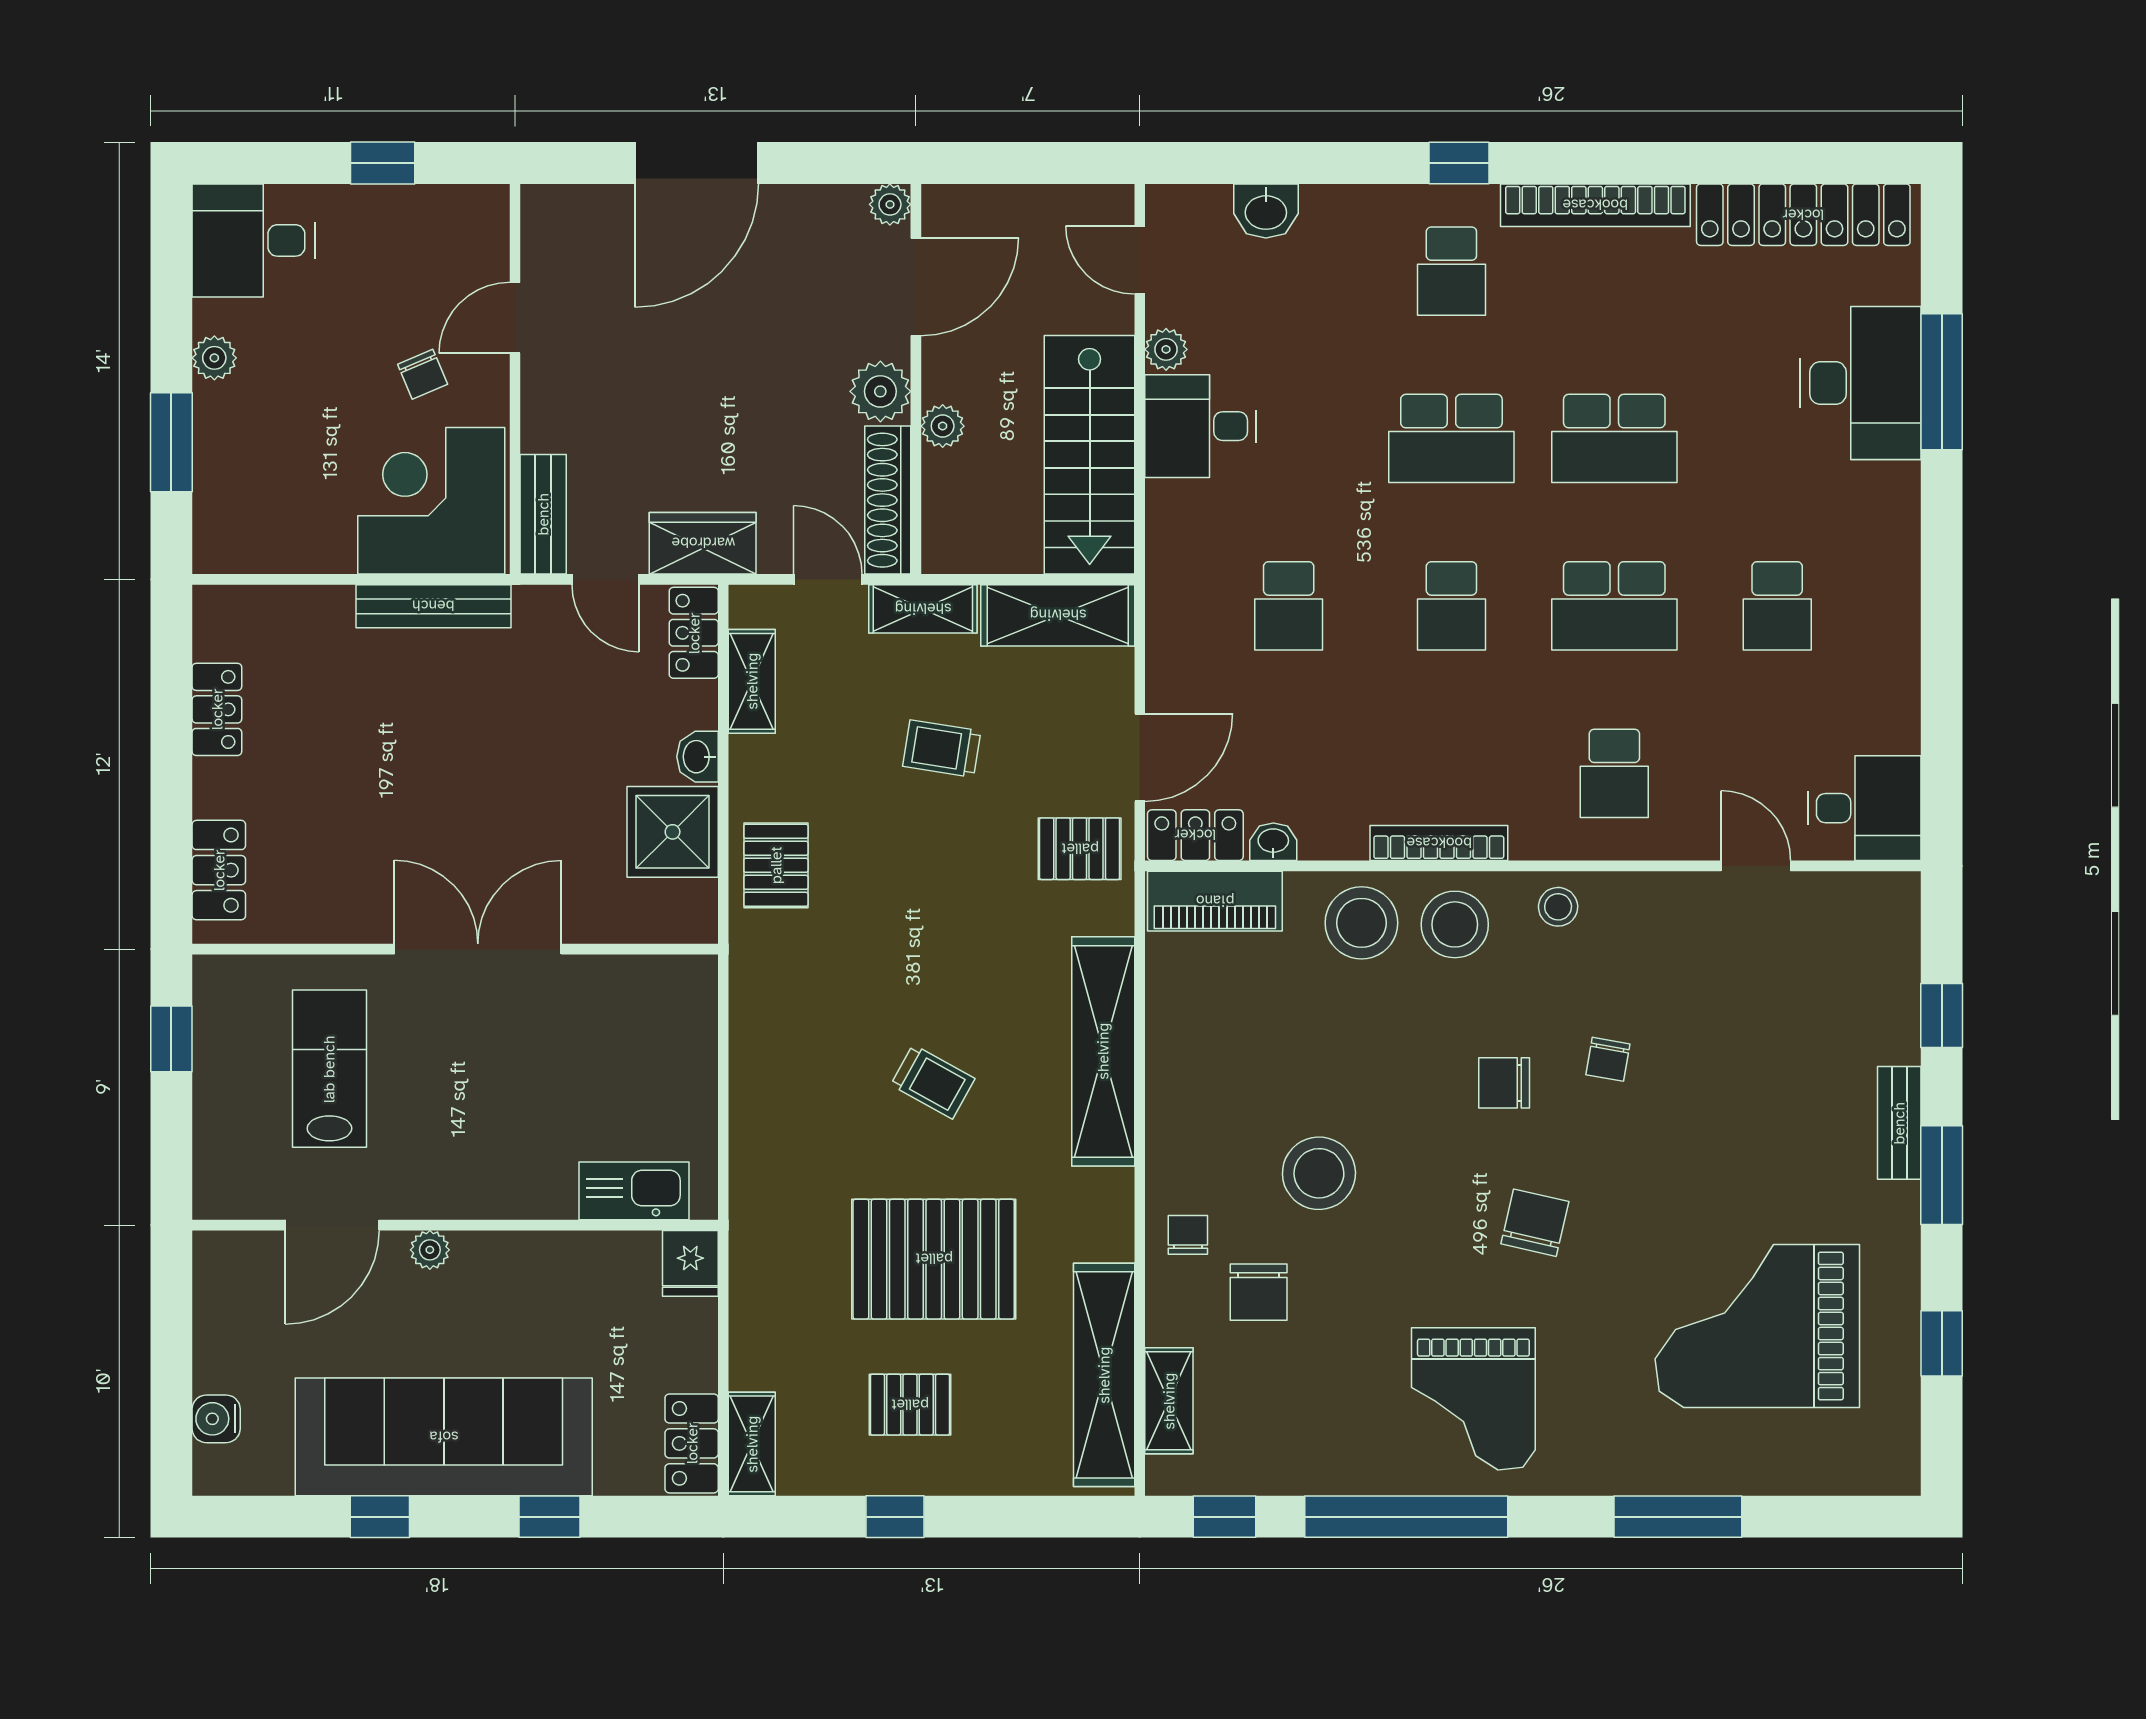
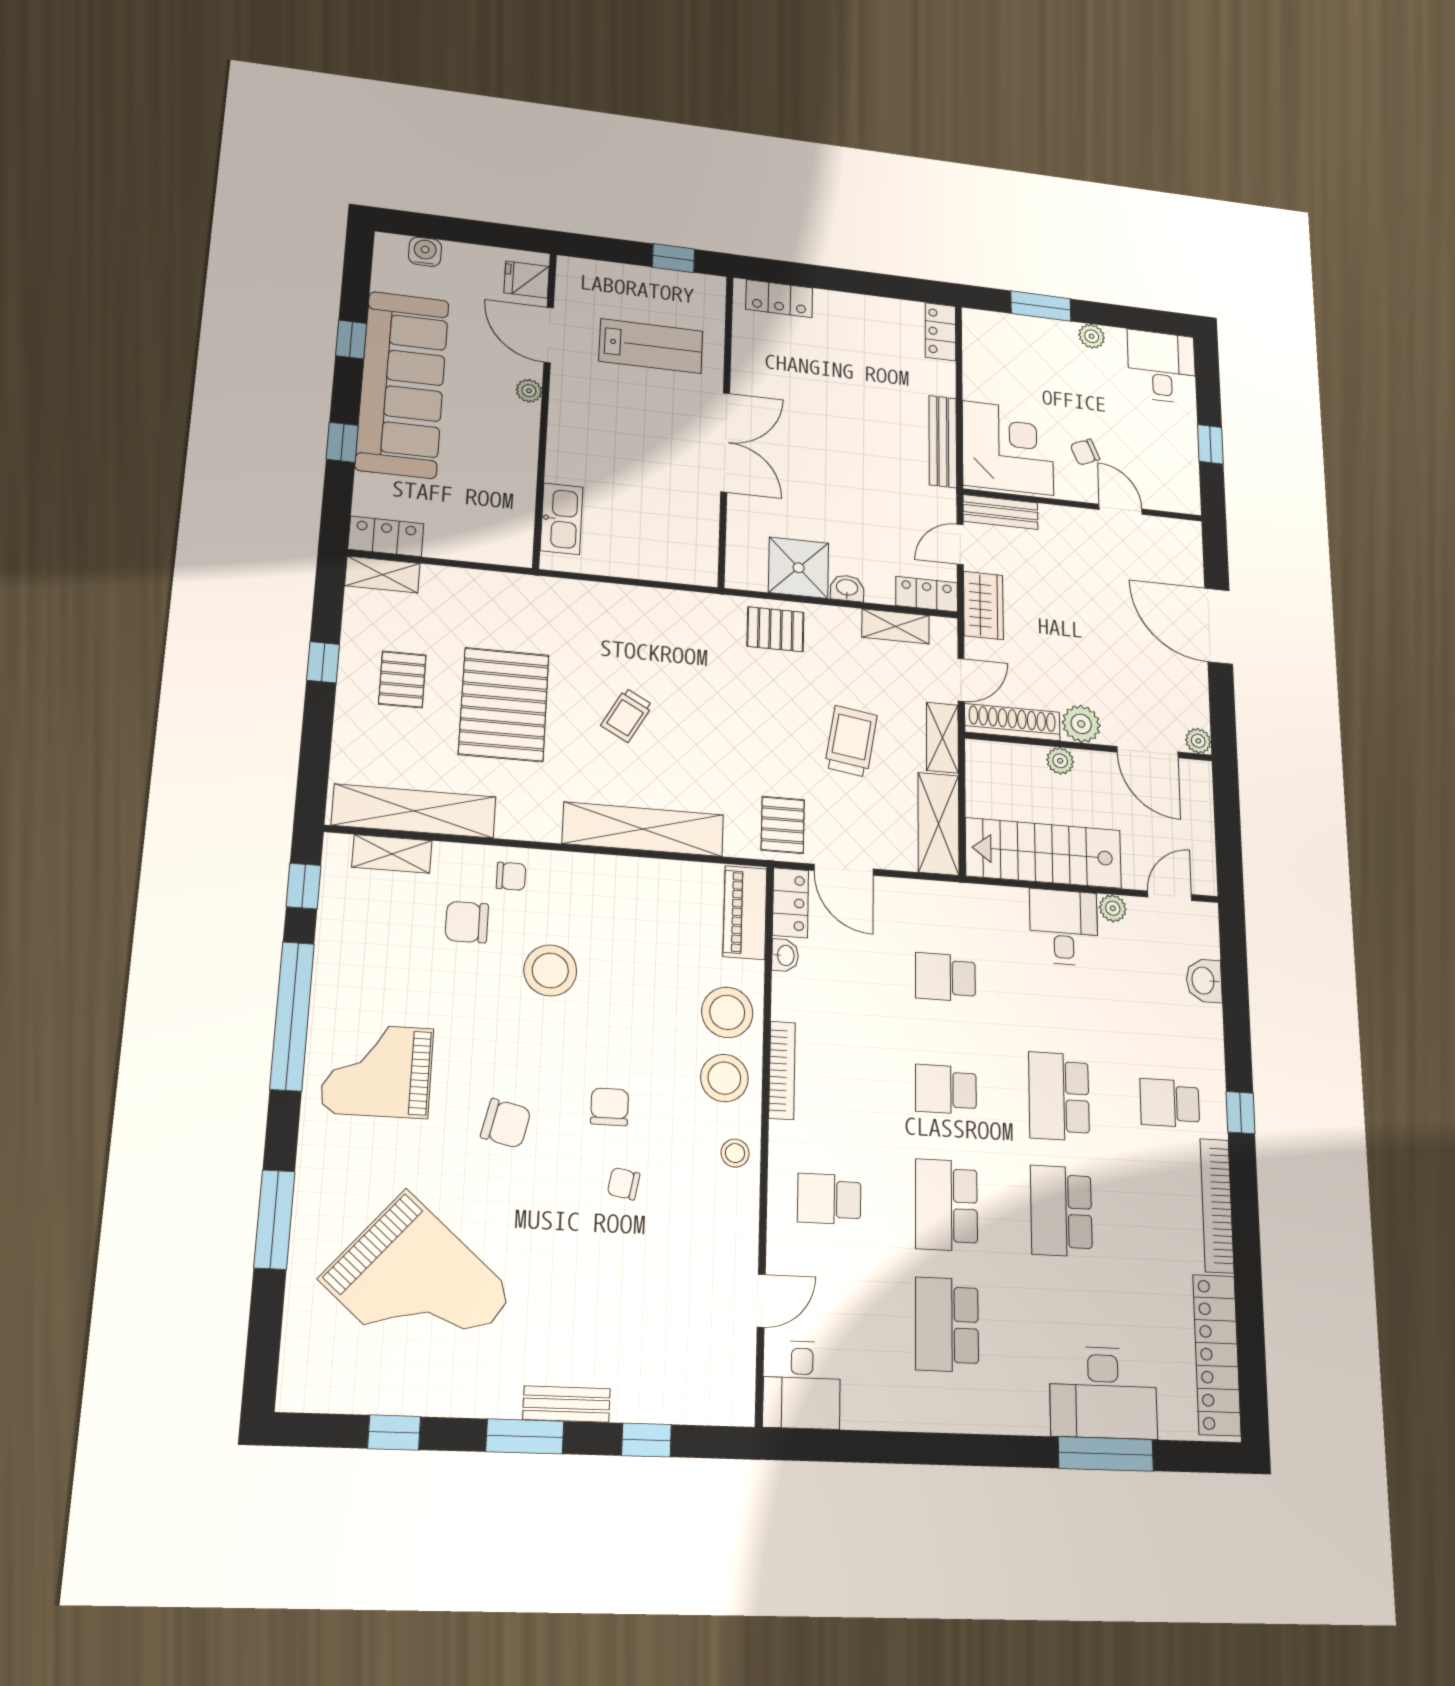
school desk: (1777, 606) -> (947, 1324), width x1.85
locker: (217, 709) -> (940, 332), moved, turned 90
trolley: (942, 749) -> (851, 741), width x1.36, depth x1.39
fridge: (690, 1263) -> (527, 280), moved
grand piano: (1757, 1326) -> (417, 1287), turned 131

